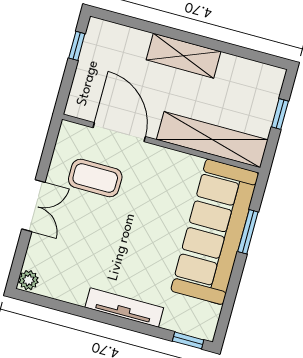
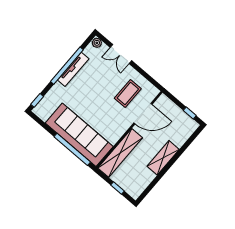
double door: (33, 206) -> (121, 54), moved
window: (248, 232) -> (72, 149), width x2.11
tv unit: (124, 307) -> (73, 69), moved
window: (97, 316) -> (67, 66), added

